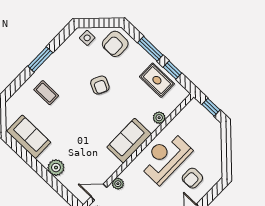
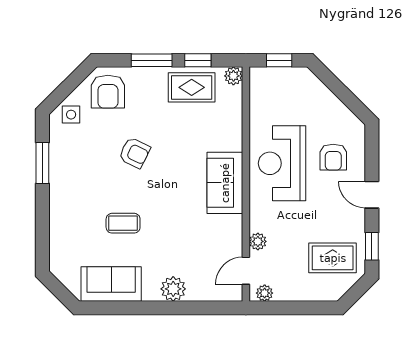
window: (40, 59) -> (42, 163), moved
coffee table: (46, 93) -> (123, 223), moved
plant: (159, 118) -> (233, 76), moved

